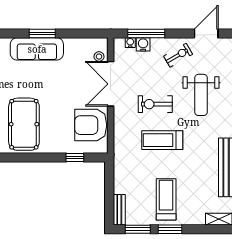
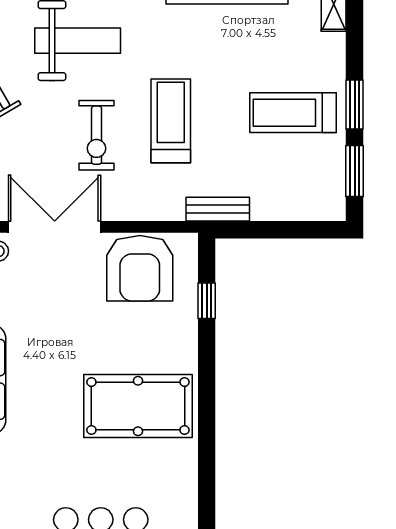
double door: (111, 84) -> (55, 227), swing flipped
treadmill: (162, 140) -> (171, 121), turned 180
bench: (119, 210) -> (218, 209), moved

